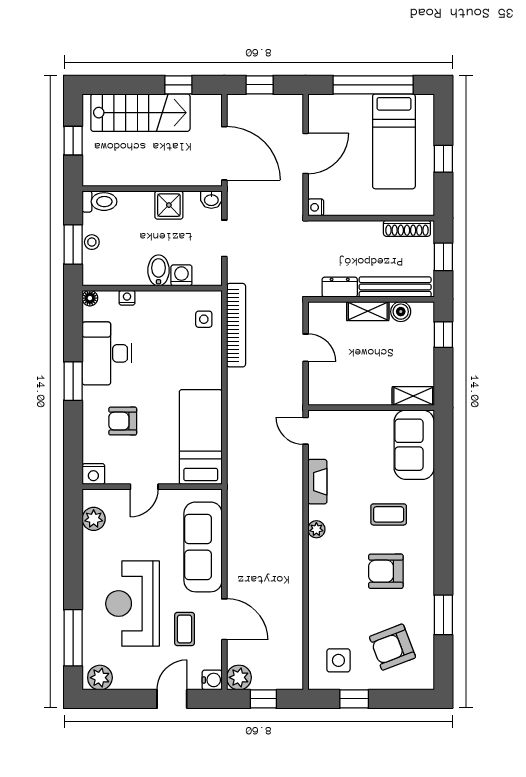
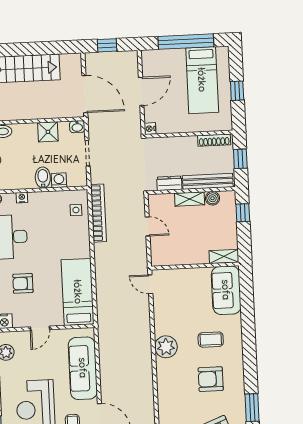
window: (178, 85) -> (51, 48), removed
fireplace: (317, 482) -> (160, 319), removed
plant: (316, 529) -> (166, 347), width x1.87, depth x1.87

